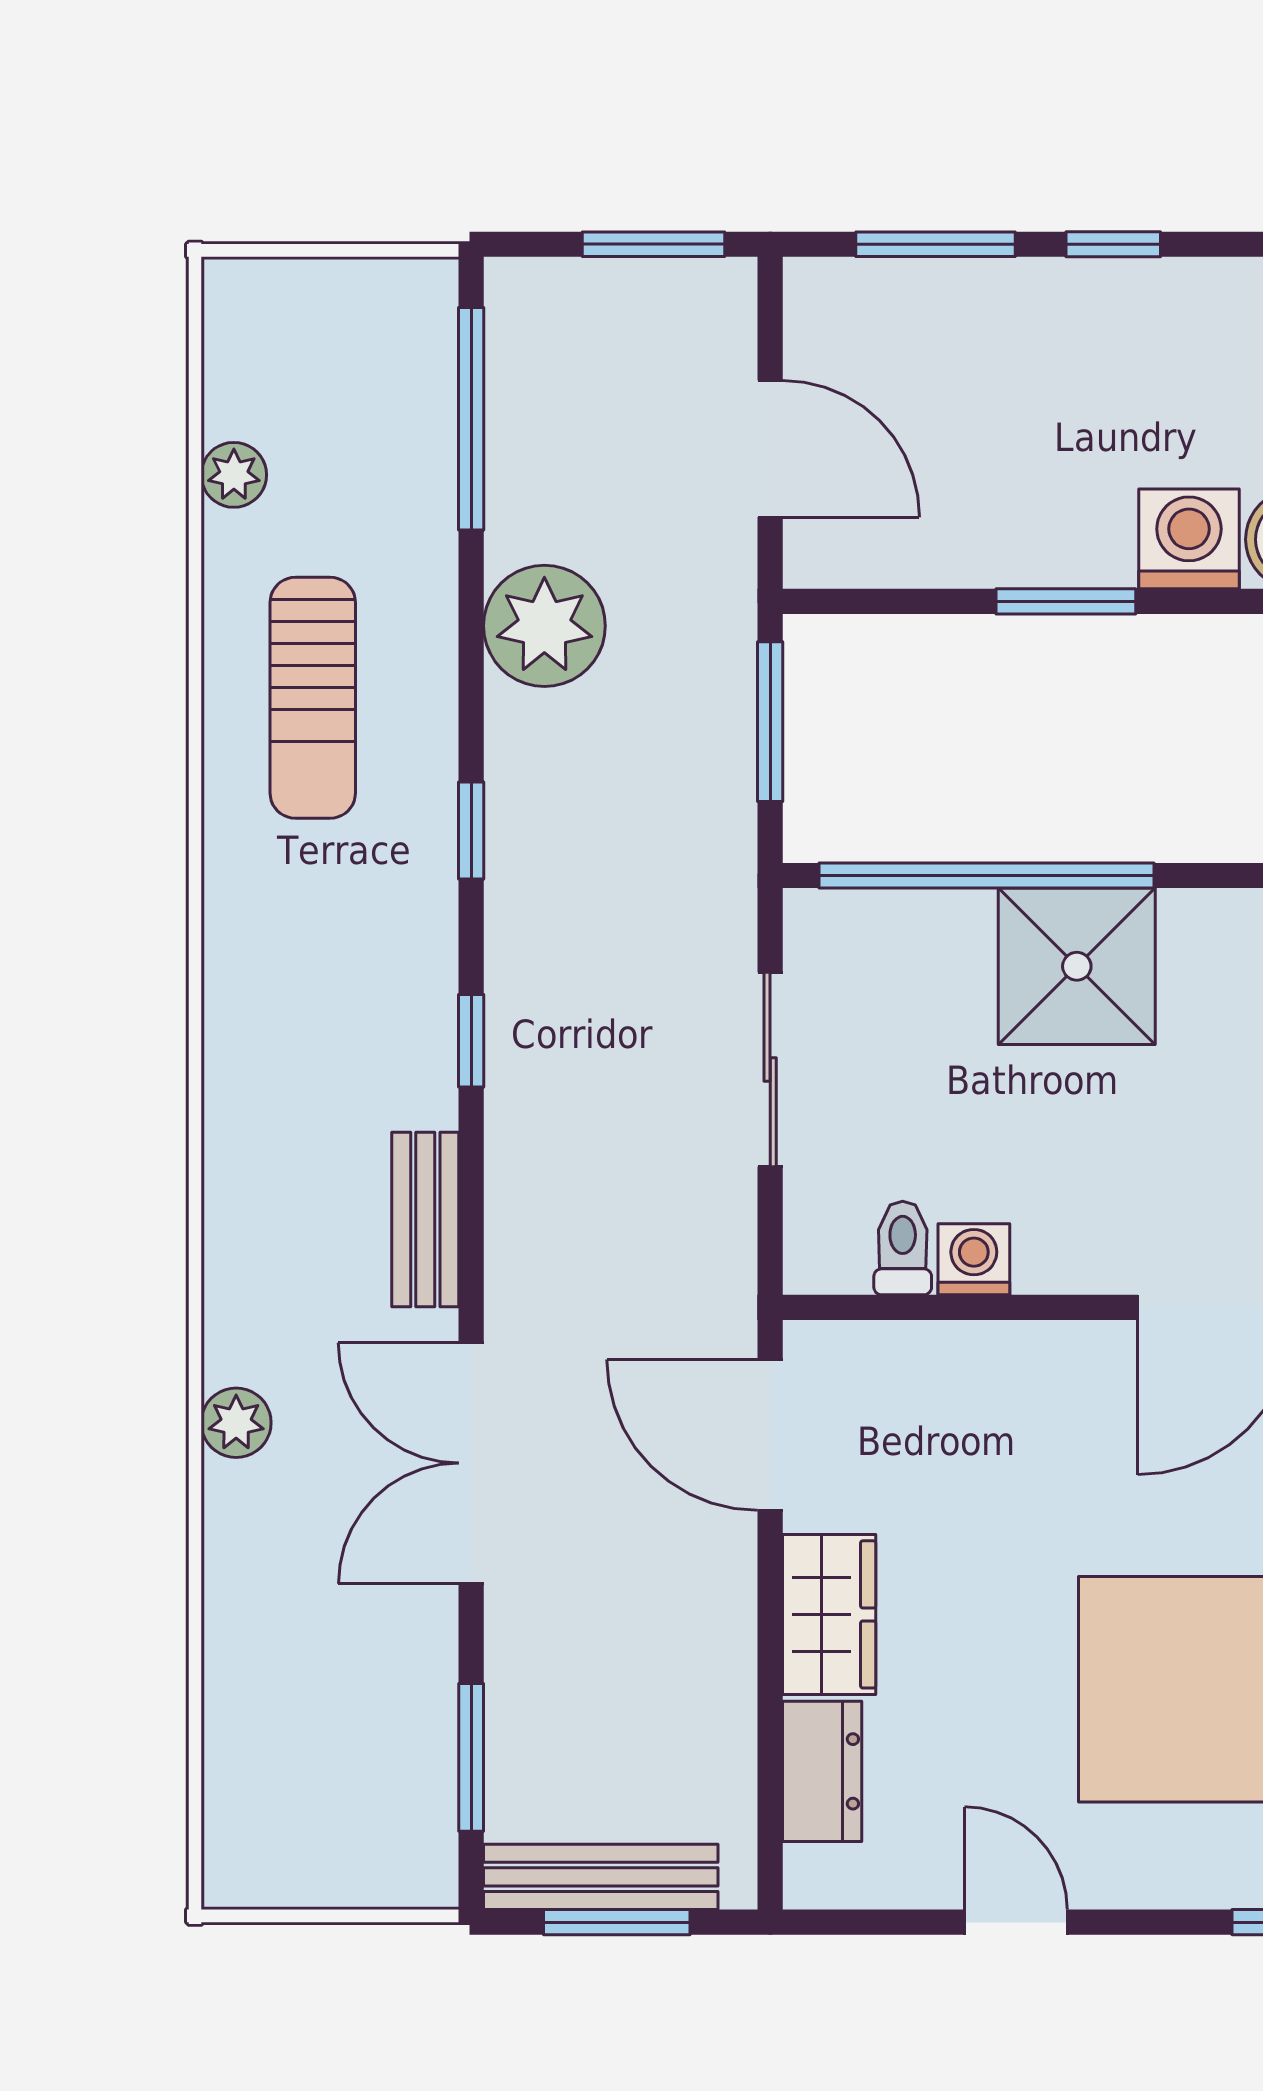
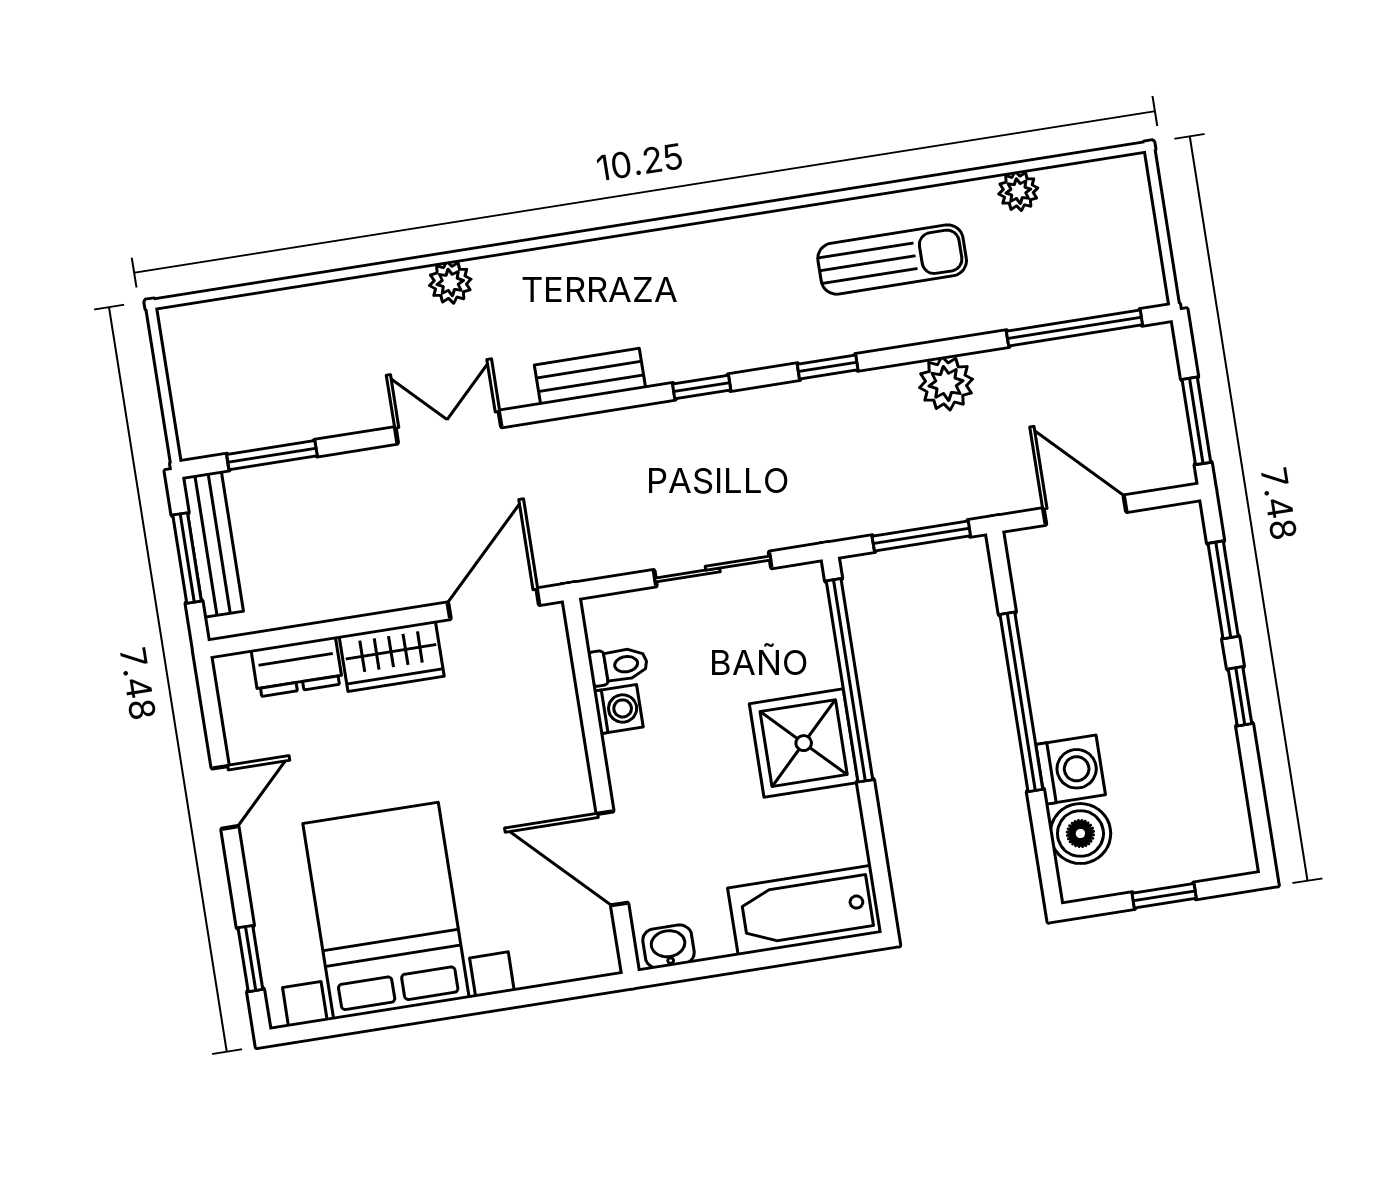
door: (770, 449) -> (1085, 510), swing flipped
window: (1066, 601) -> (1021, 702), width x2.11
plant: (544, 626) -> (946, 383), width x0.73, depth x0.73
sun lounger: (313, 698) -> (892, 260), turned 180
double door: (471, 1463) -> (448, 427), width x0.73

